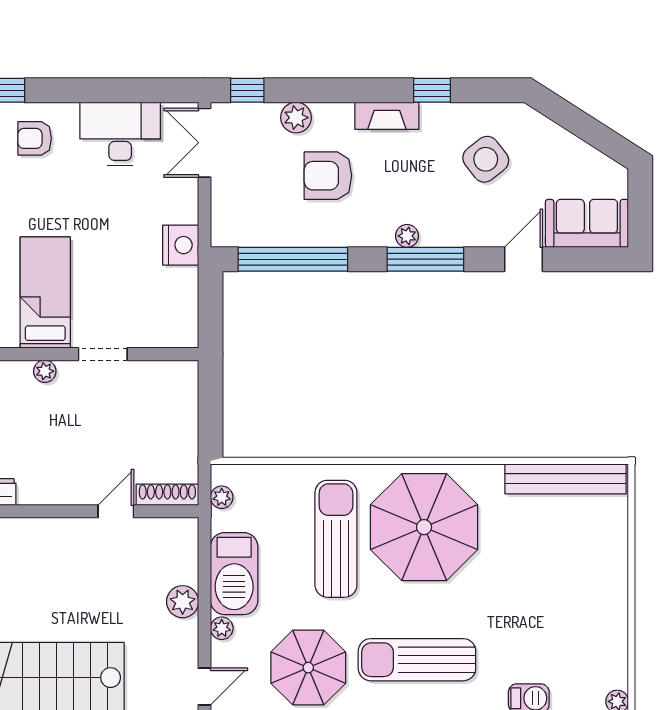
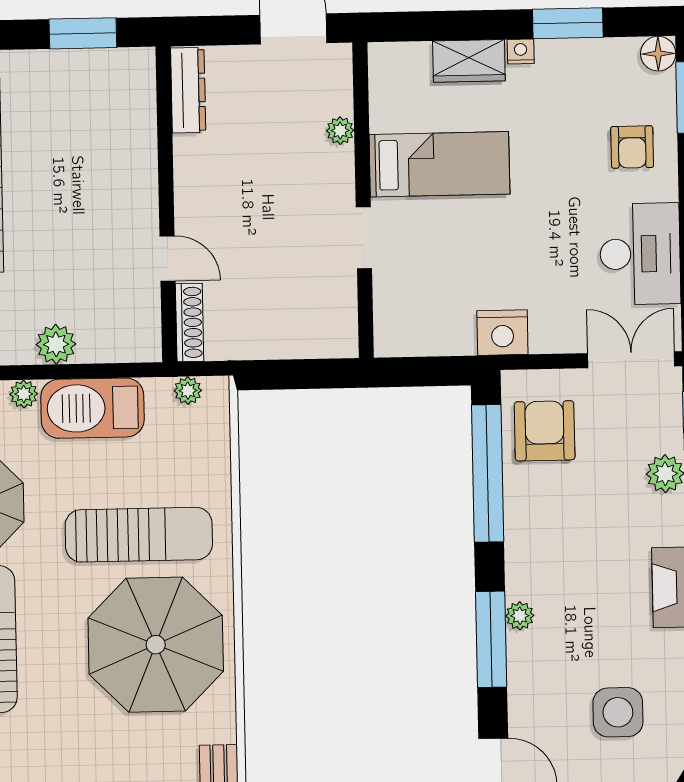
armchair: (35, 138) -> (632, 147), turned 180
side table: (486, 159) -> (618, 712), turned 38
armchair: (328, 176) -> (545, 431), moved
plant: (45, 371) -> (340, 131), moved

